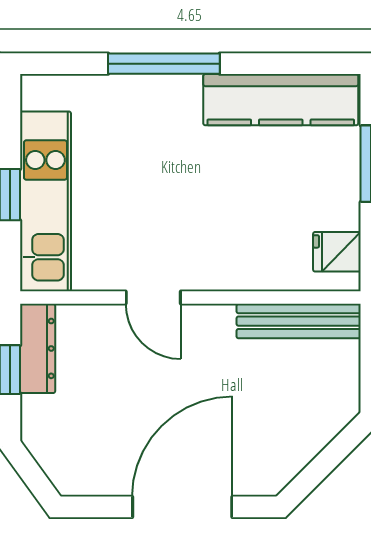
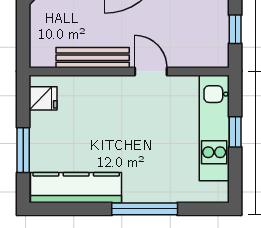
bench: (299, 321) -> (93, 58), moved
dresser: (38, 348) -> (219, 42), removed

